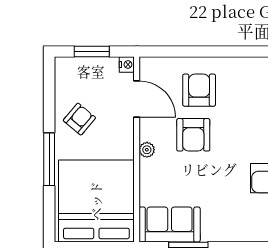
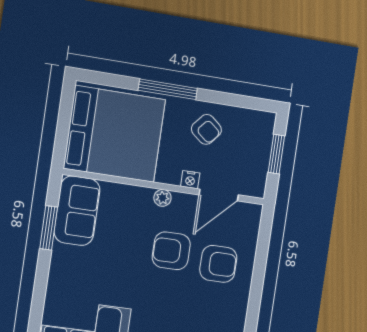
nightstand: (127, 64) -> (190, 180), moved

